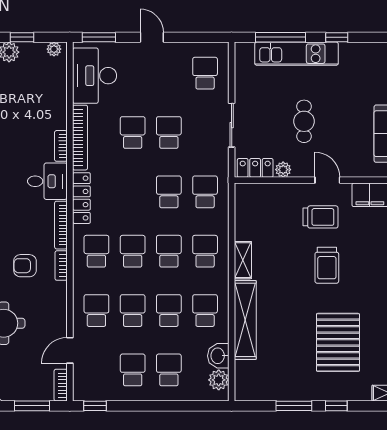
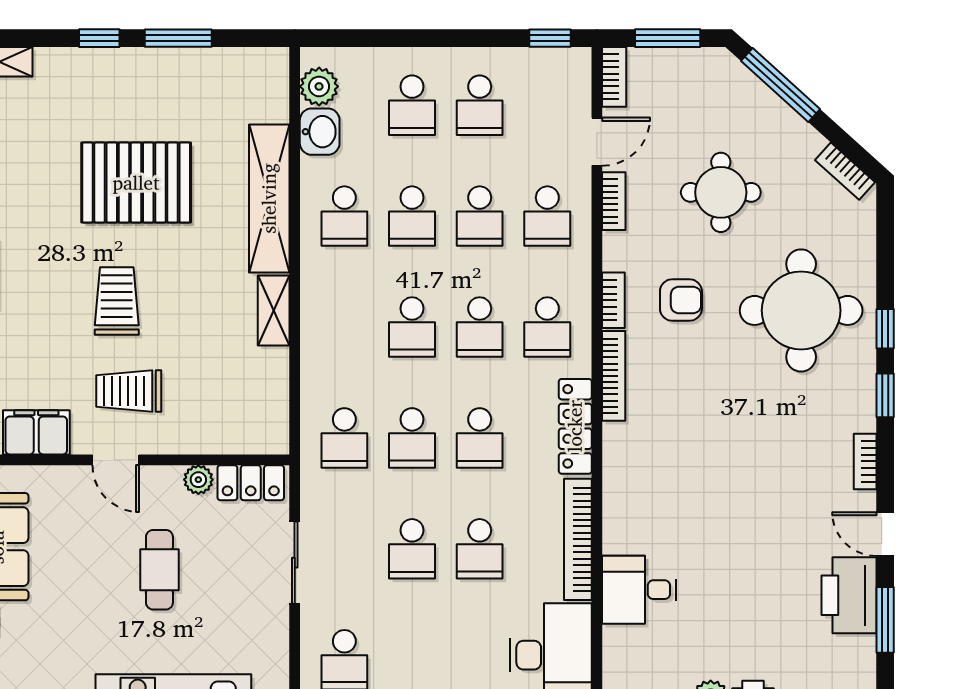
bookcase: (61, 146) -> (614, 201), moved
desk: (47, 181) -> (639, 590), moved
school desk: (205, 251) -> (480, 438), moved
pallet: (338, 342) -> (136, 183), moved, turned 90

